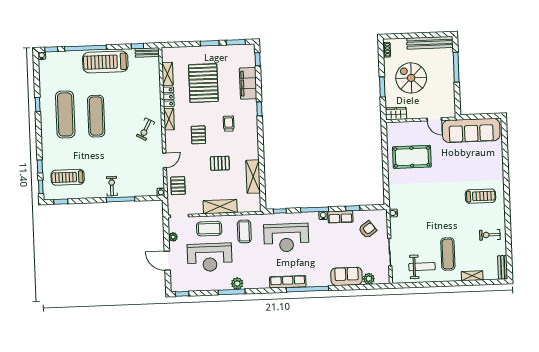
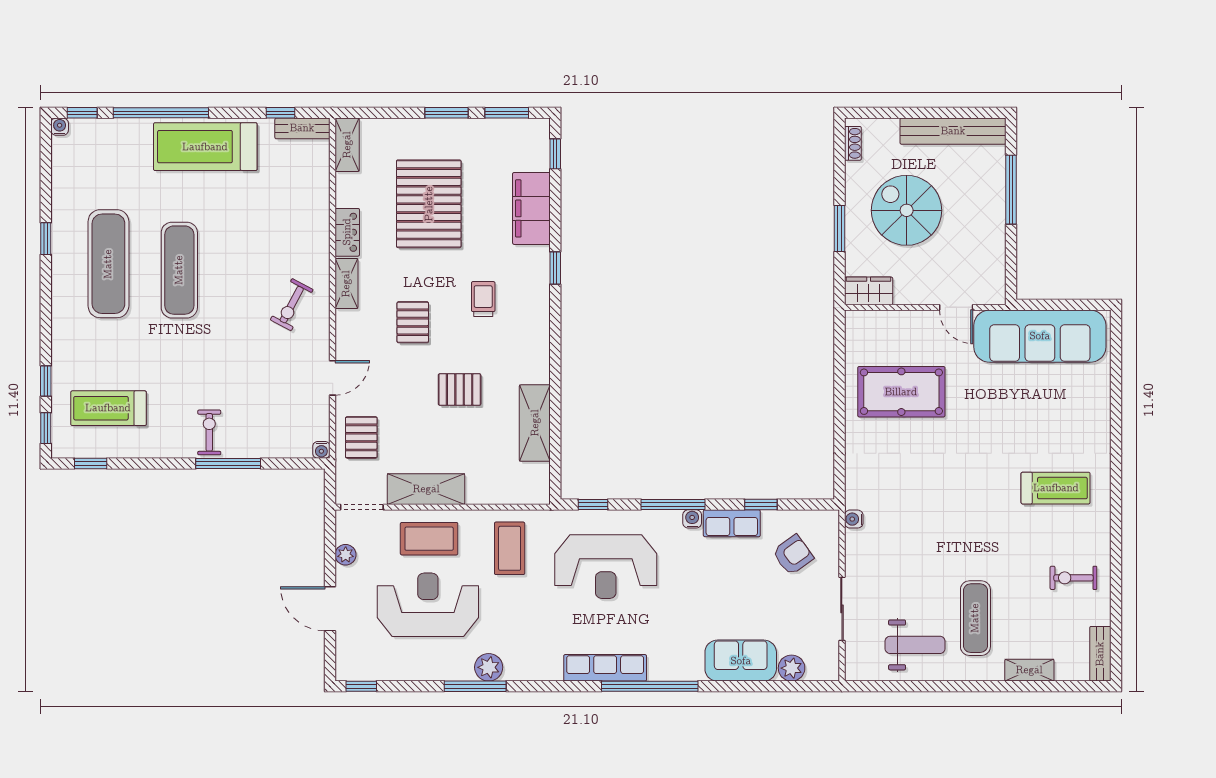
shelving: (168, 74) -> (347, 145), moved
shelving: (220, 207) -> (426, 489), moved
reception desk: (210, 257) -> (428, 605), turned 180

